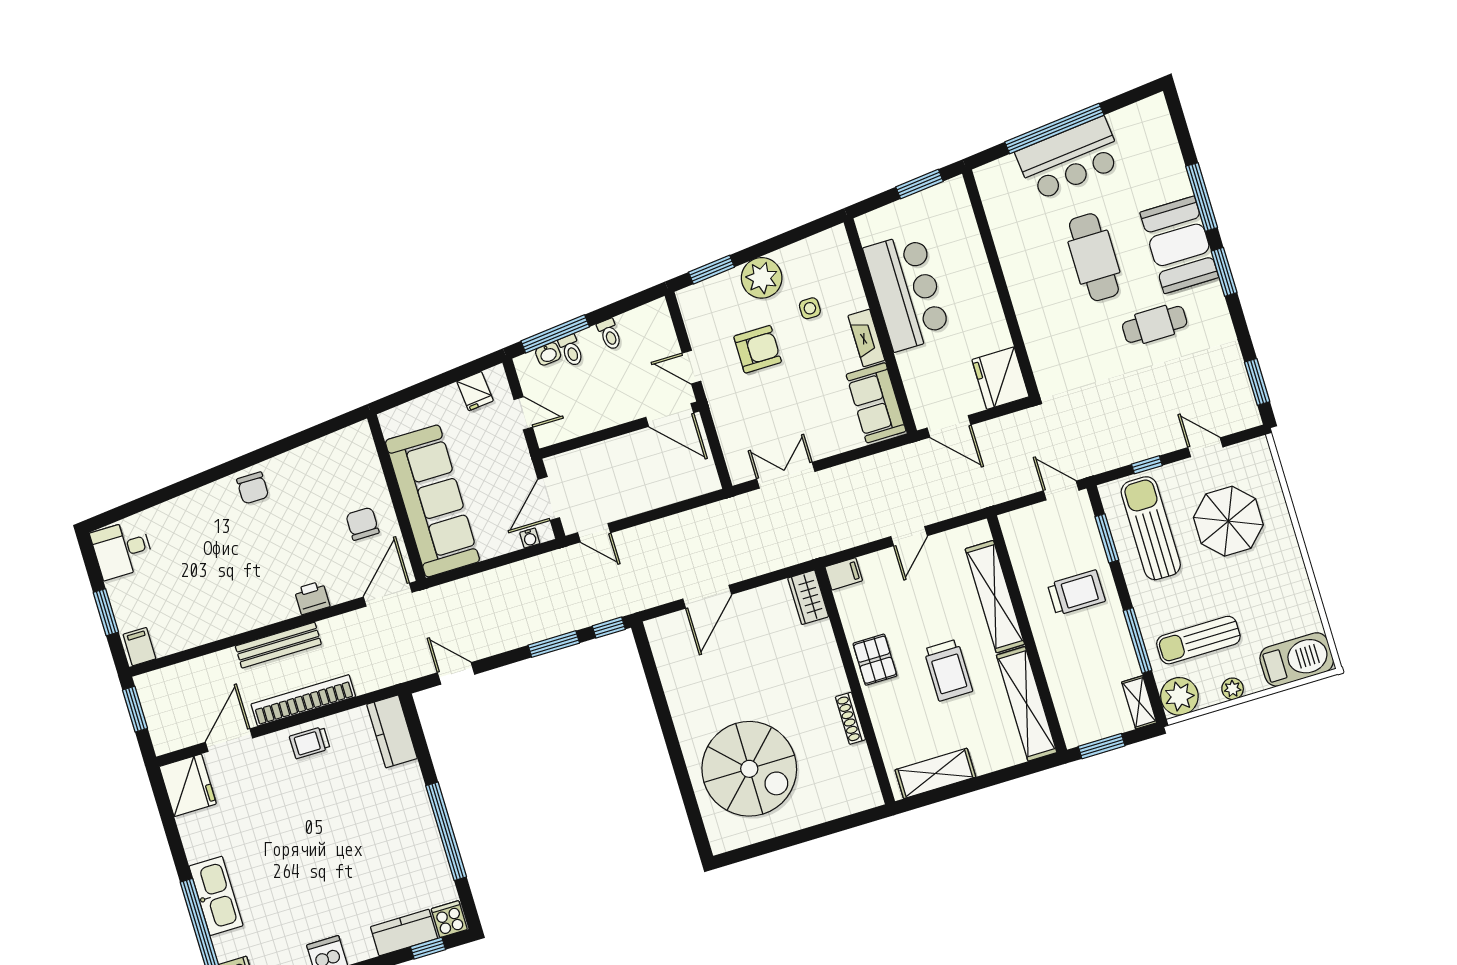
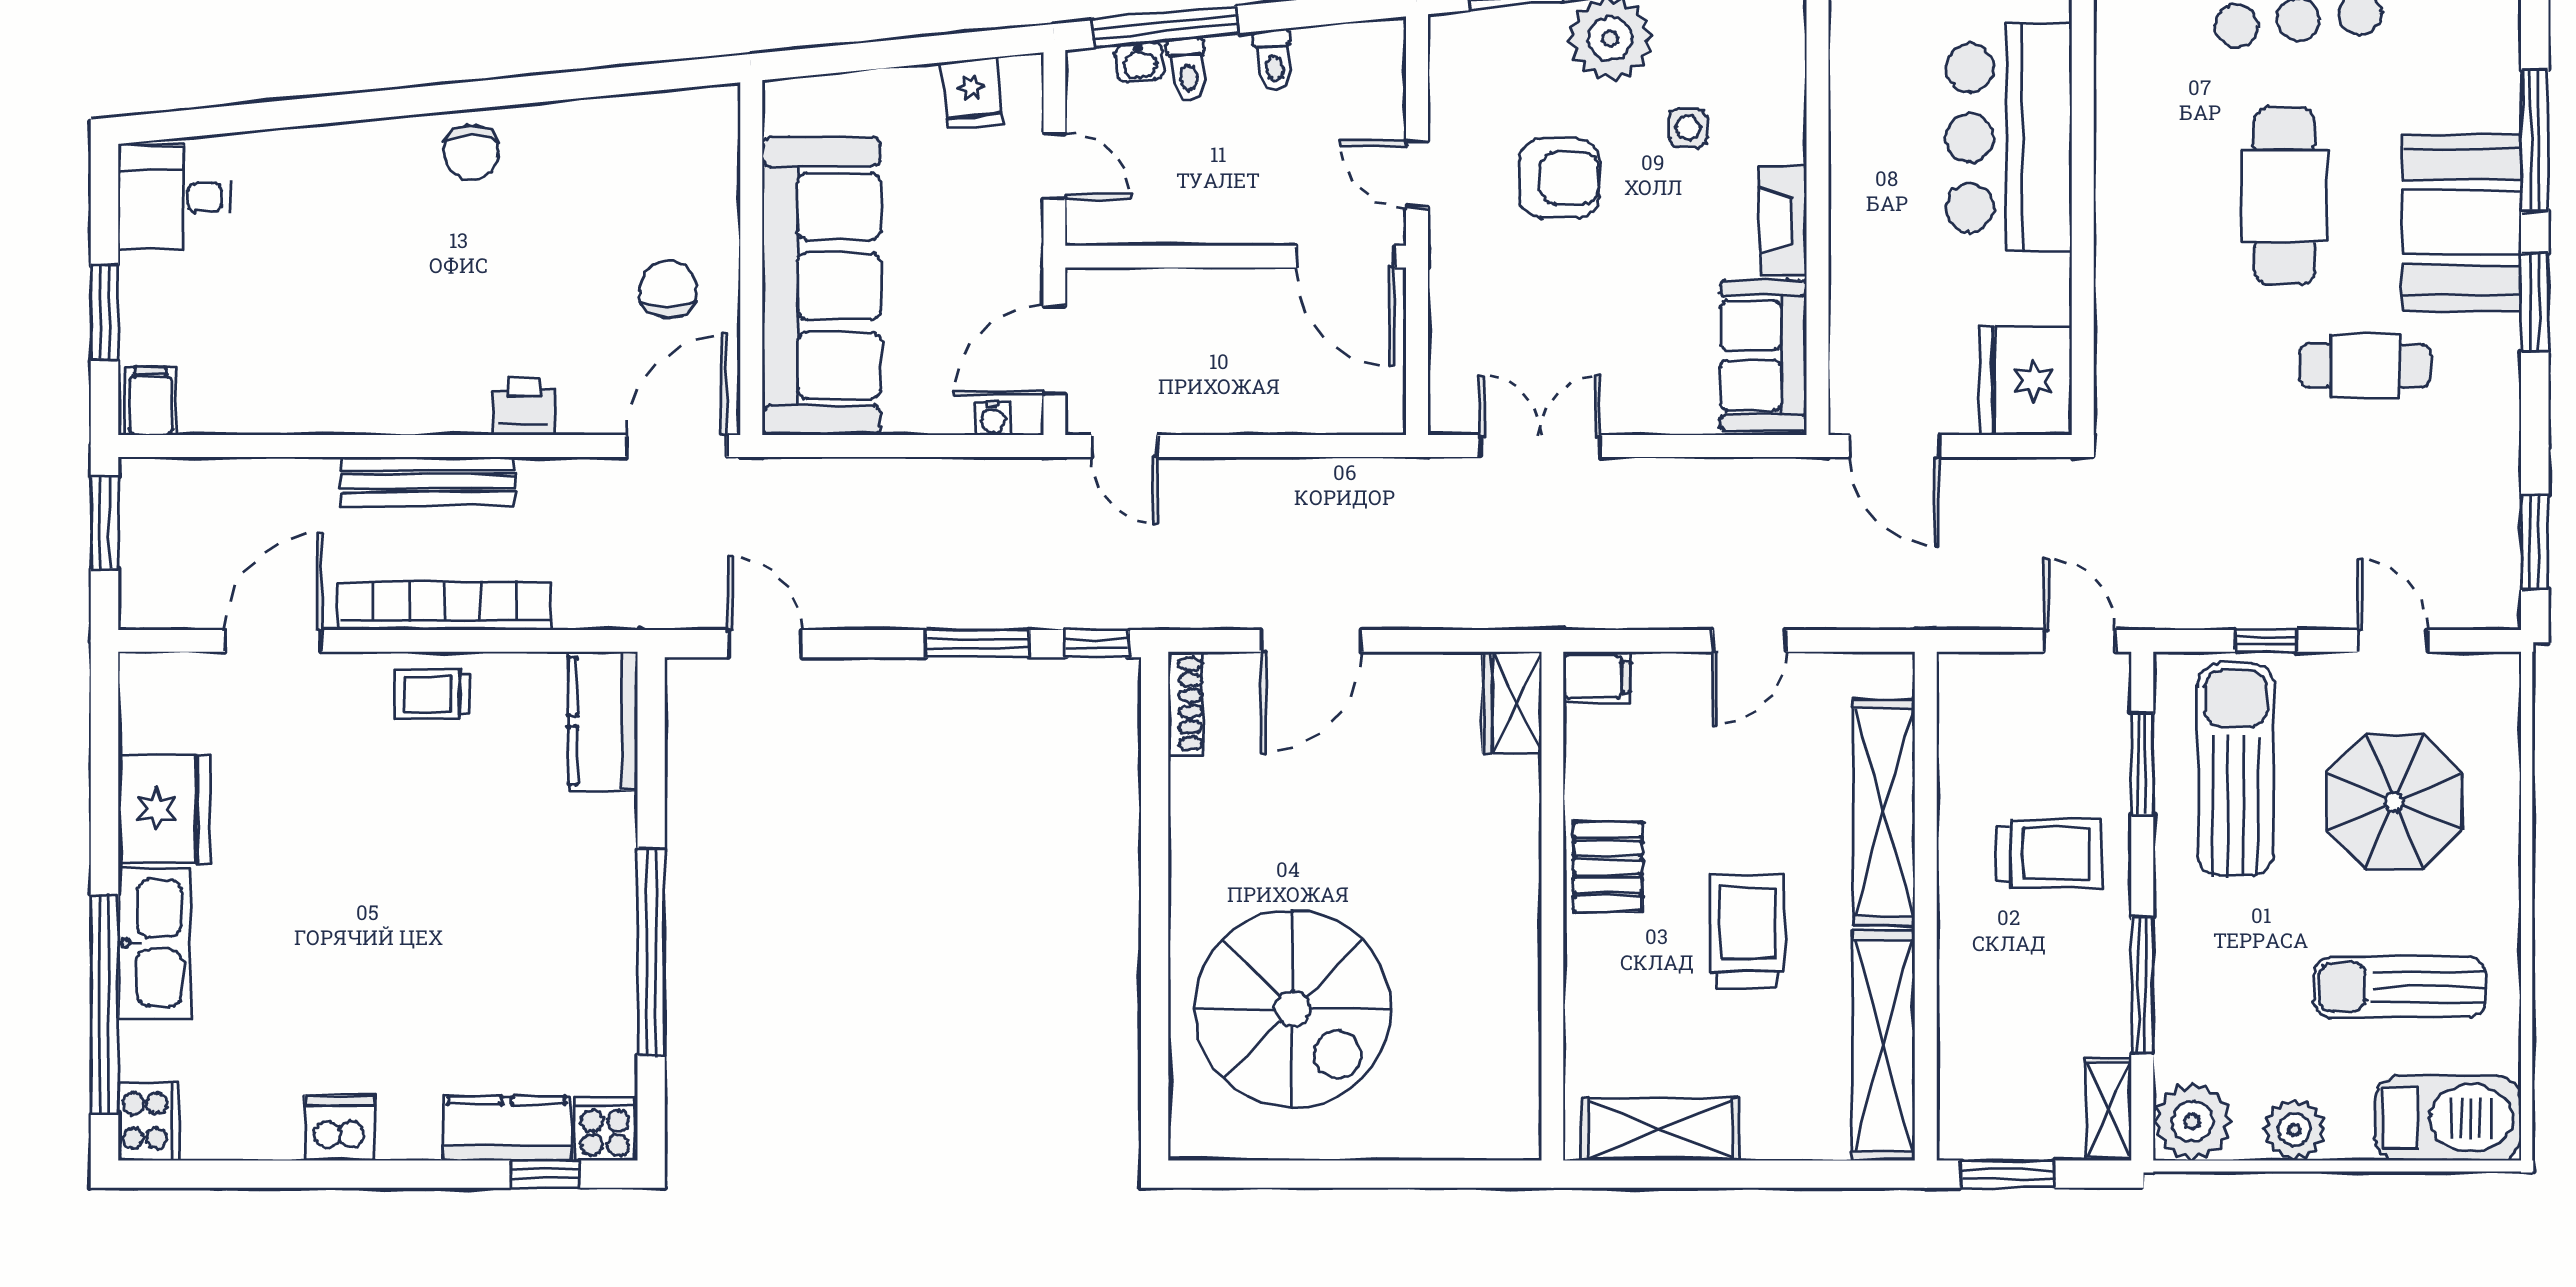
bar counter: (907, 292) -> (2009, 138), moved, turned 180
sun lounger: (1198, 640) -> (2400, 987), moved
trolley: (948, 670) -> (1747, 931), turned 180
plant: (1233, 689) -> (2294, 1130), width x1.38, depth x1.38
shoe rack: (850, 718) -> (1186, 704), moved, turned 180
fridge: (188, 785) -> (164, 809), moved

